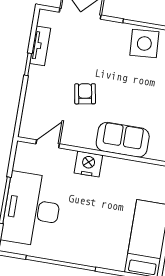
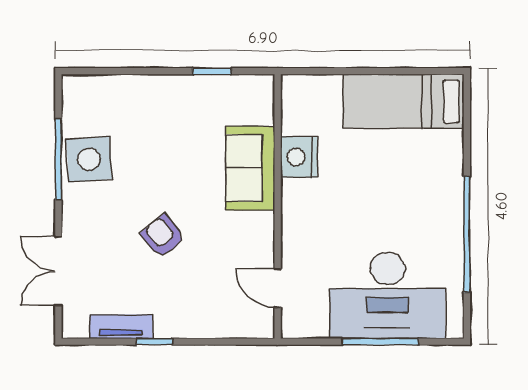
armchair: (85, 94) -> (163, 236), moved, turned 61
nightstand: (88, 164) -> (299, 157), moved

